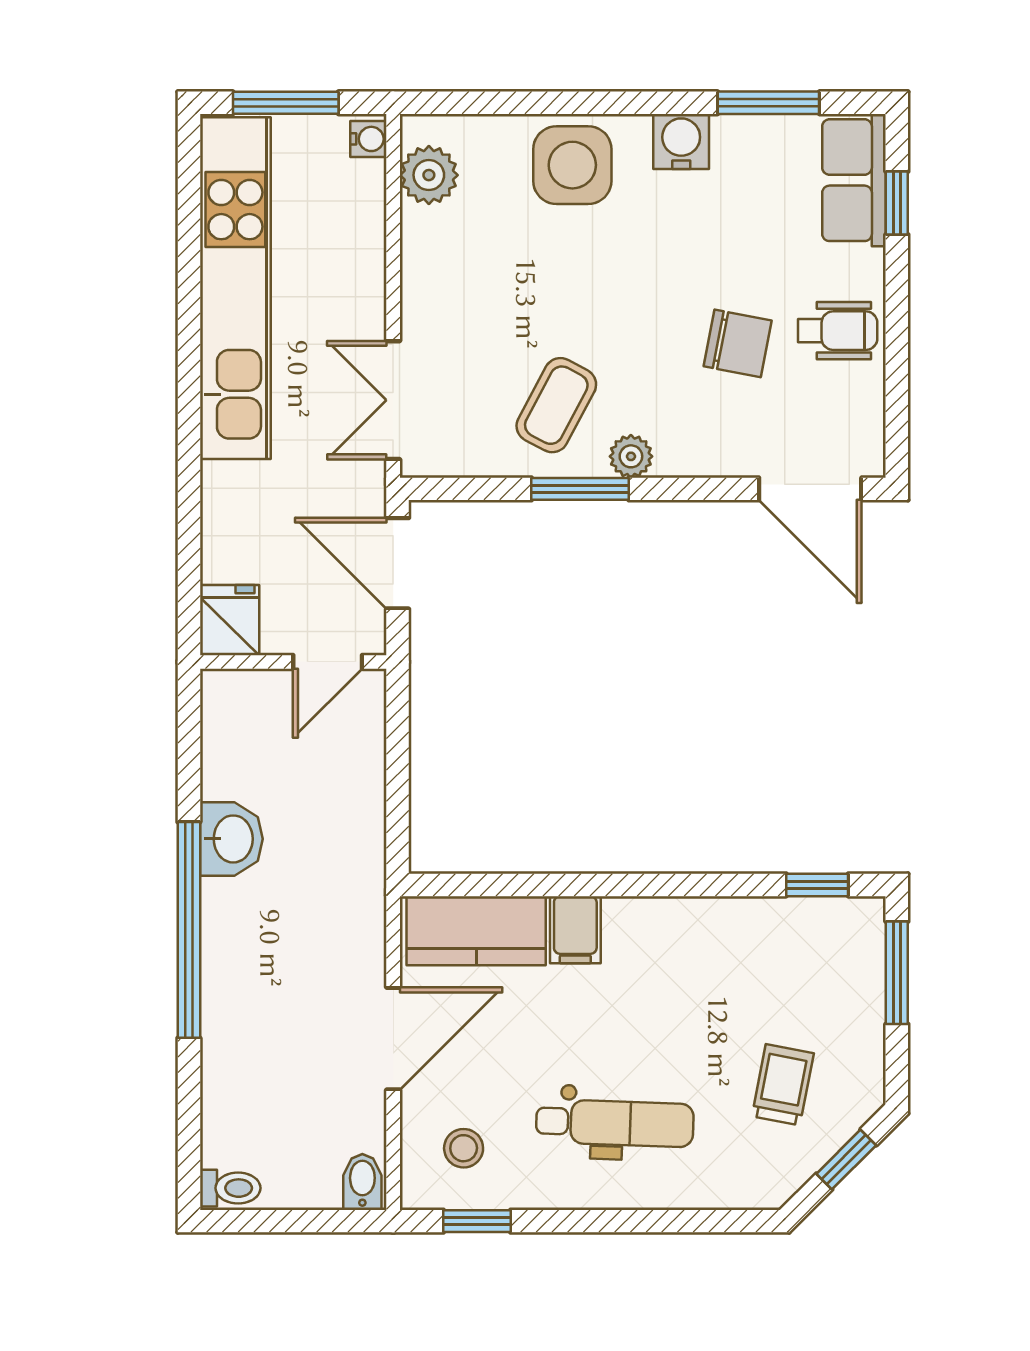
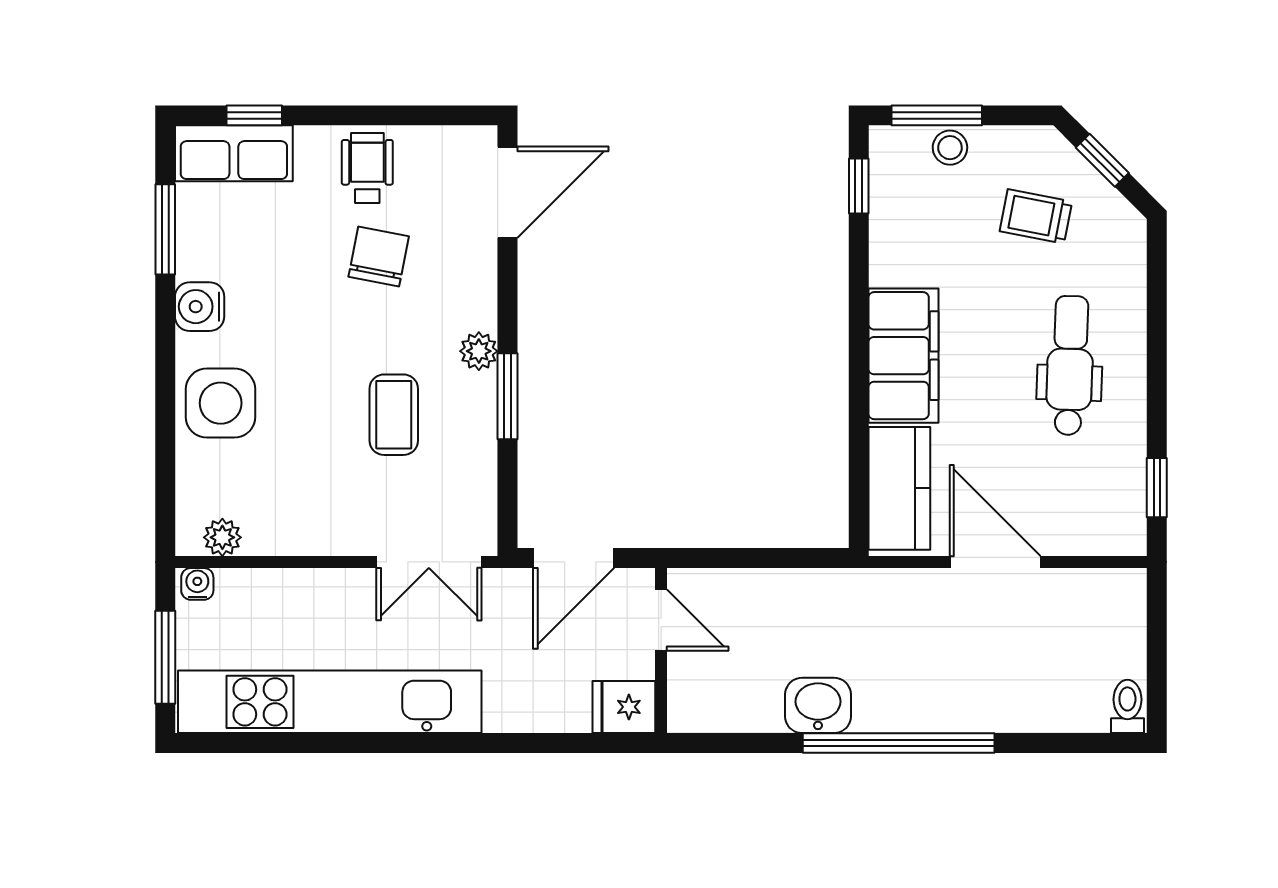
plant: (429, 175) -> (222, 537), width x0.73, depth x0.73
coffee table: (556, 405) -> (394, 415), moved, turned 62
filing cabinet: (575, 930) -> (903, 356), width x3.00, depth x1.17
stool: (464, 1148) -> (950, 148), moved
bidet: (362, 1182) -> (1122, 589), removed

